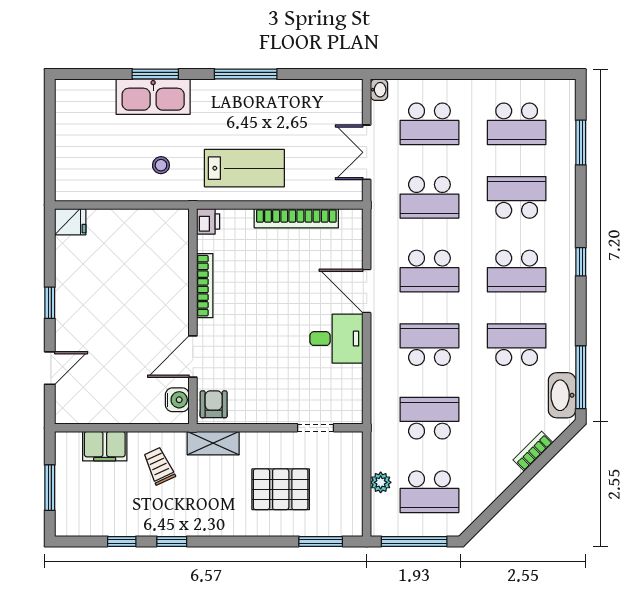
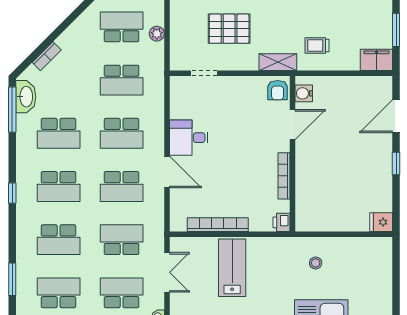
lab bench: (244, 168) -> (232, 268), moved, turned 90
school desk: (429, 271) -> (122, 186), turned 180
school desk: (517, 271) -> (59, 186), turned 180
door: (50, 368) -> (396, 116), width x1.38
filing cabinet: (105, 446) -> (376, 60), moved
trolley: (159, 466) -> (317, 45), turned 115

